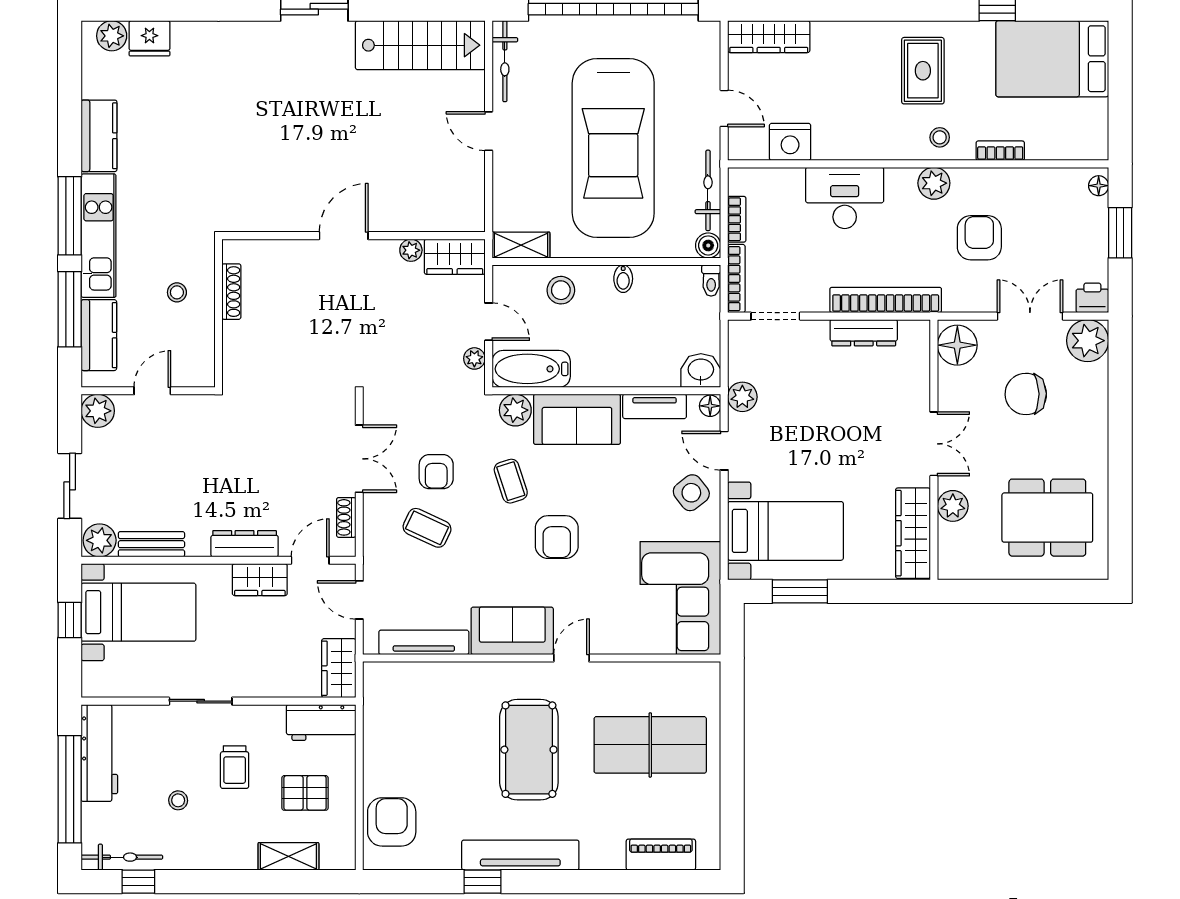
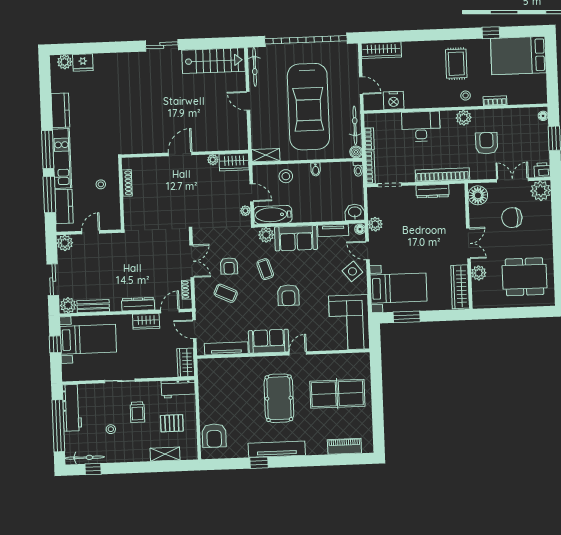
armchair: (392, 822) -> (214, 436), turned 180

